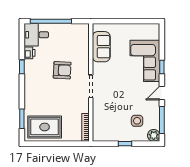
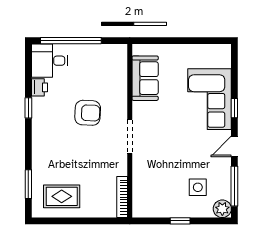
rug: (45, 127) -> (62, 196), width x0.73, depth x0.70

